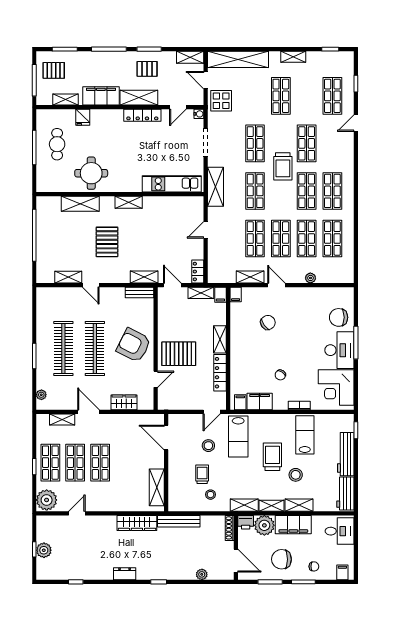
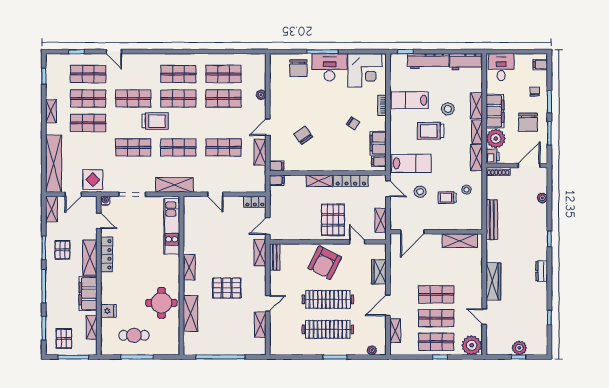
shop shelf: (281, 239) -> (88, 98), moved
shelving: (201, 293) -> (381, 220), moved
wardrobe: (137, 523) -> (493, 281), moved

